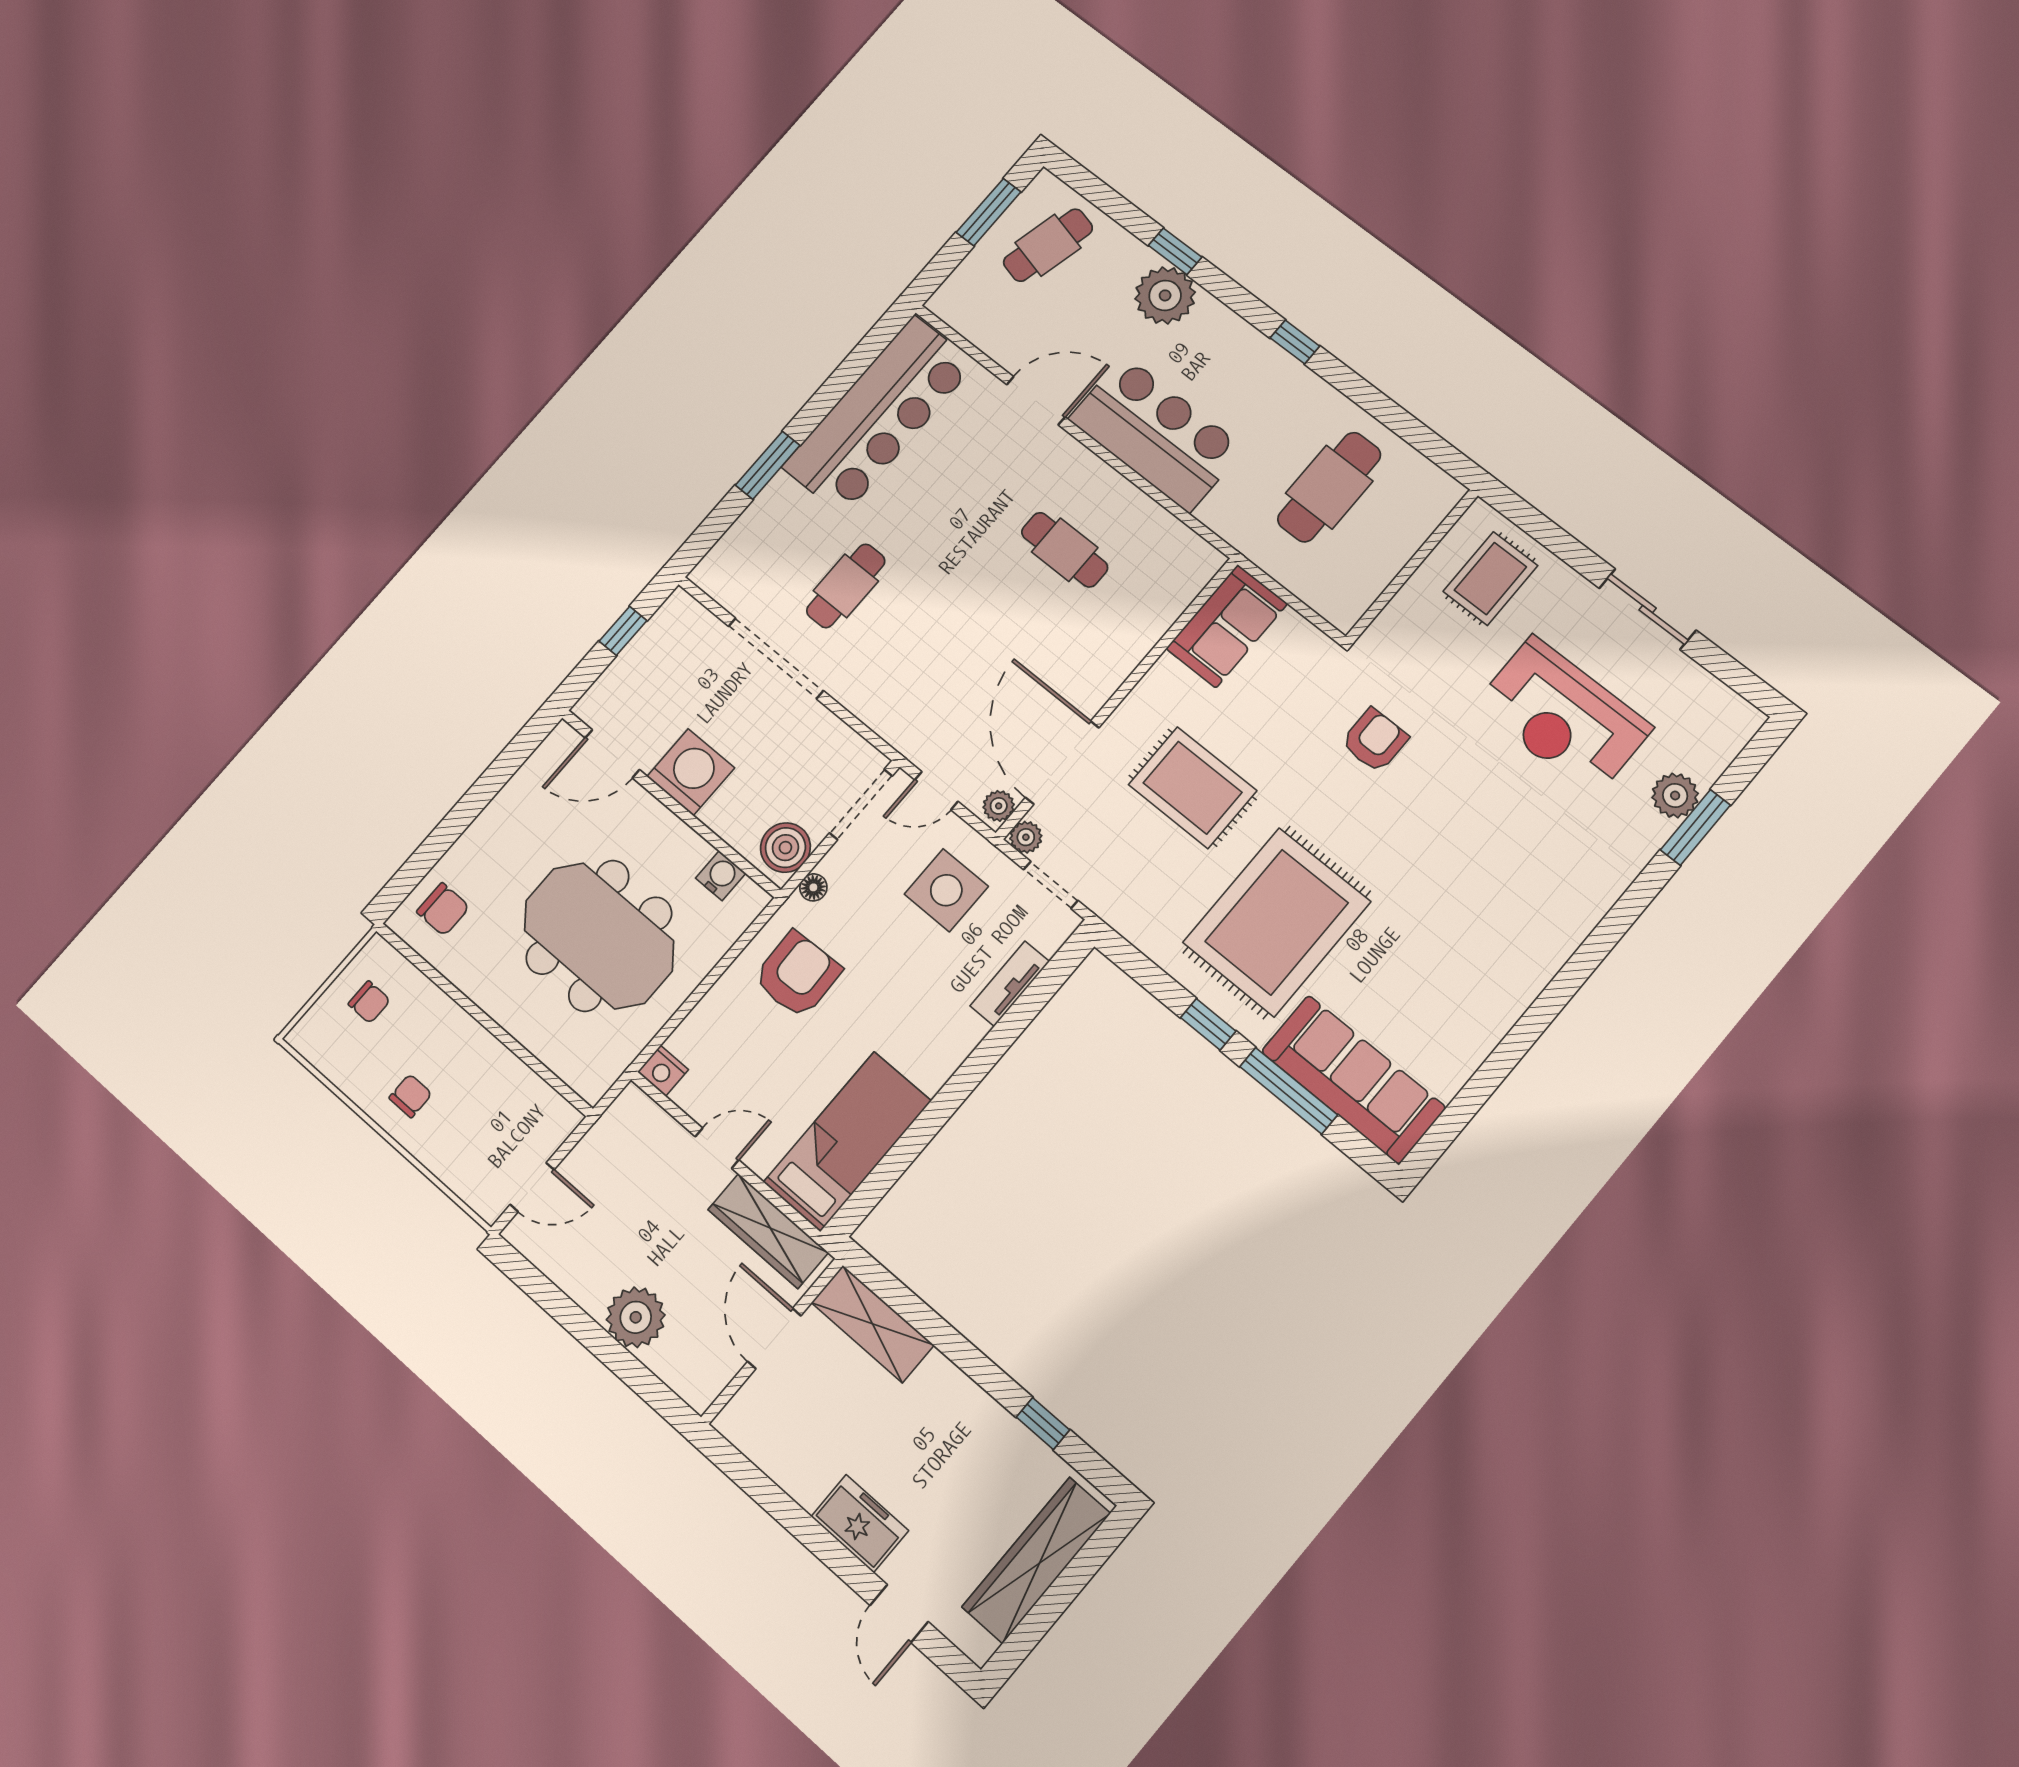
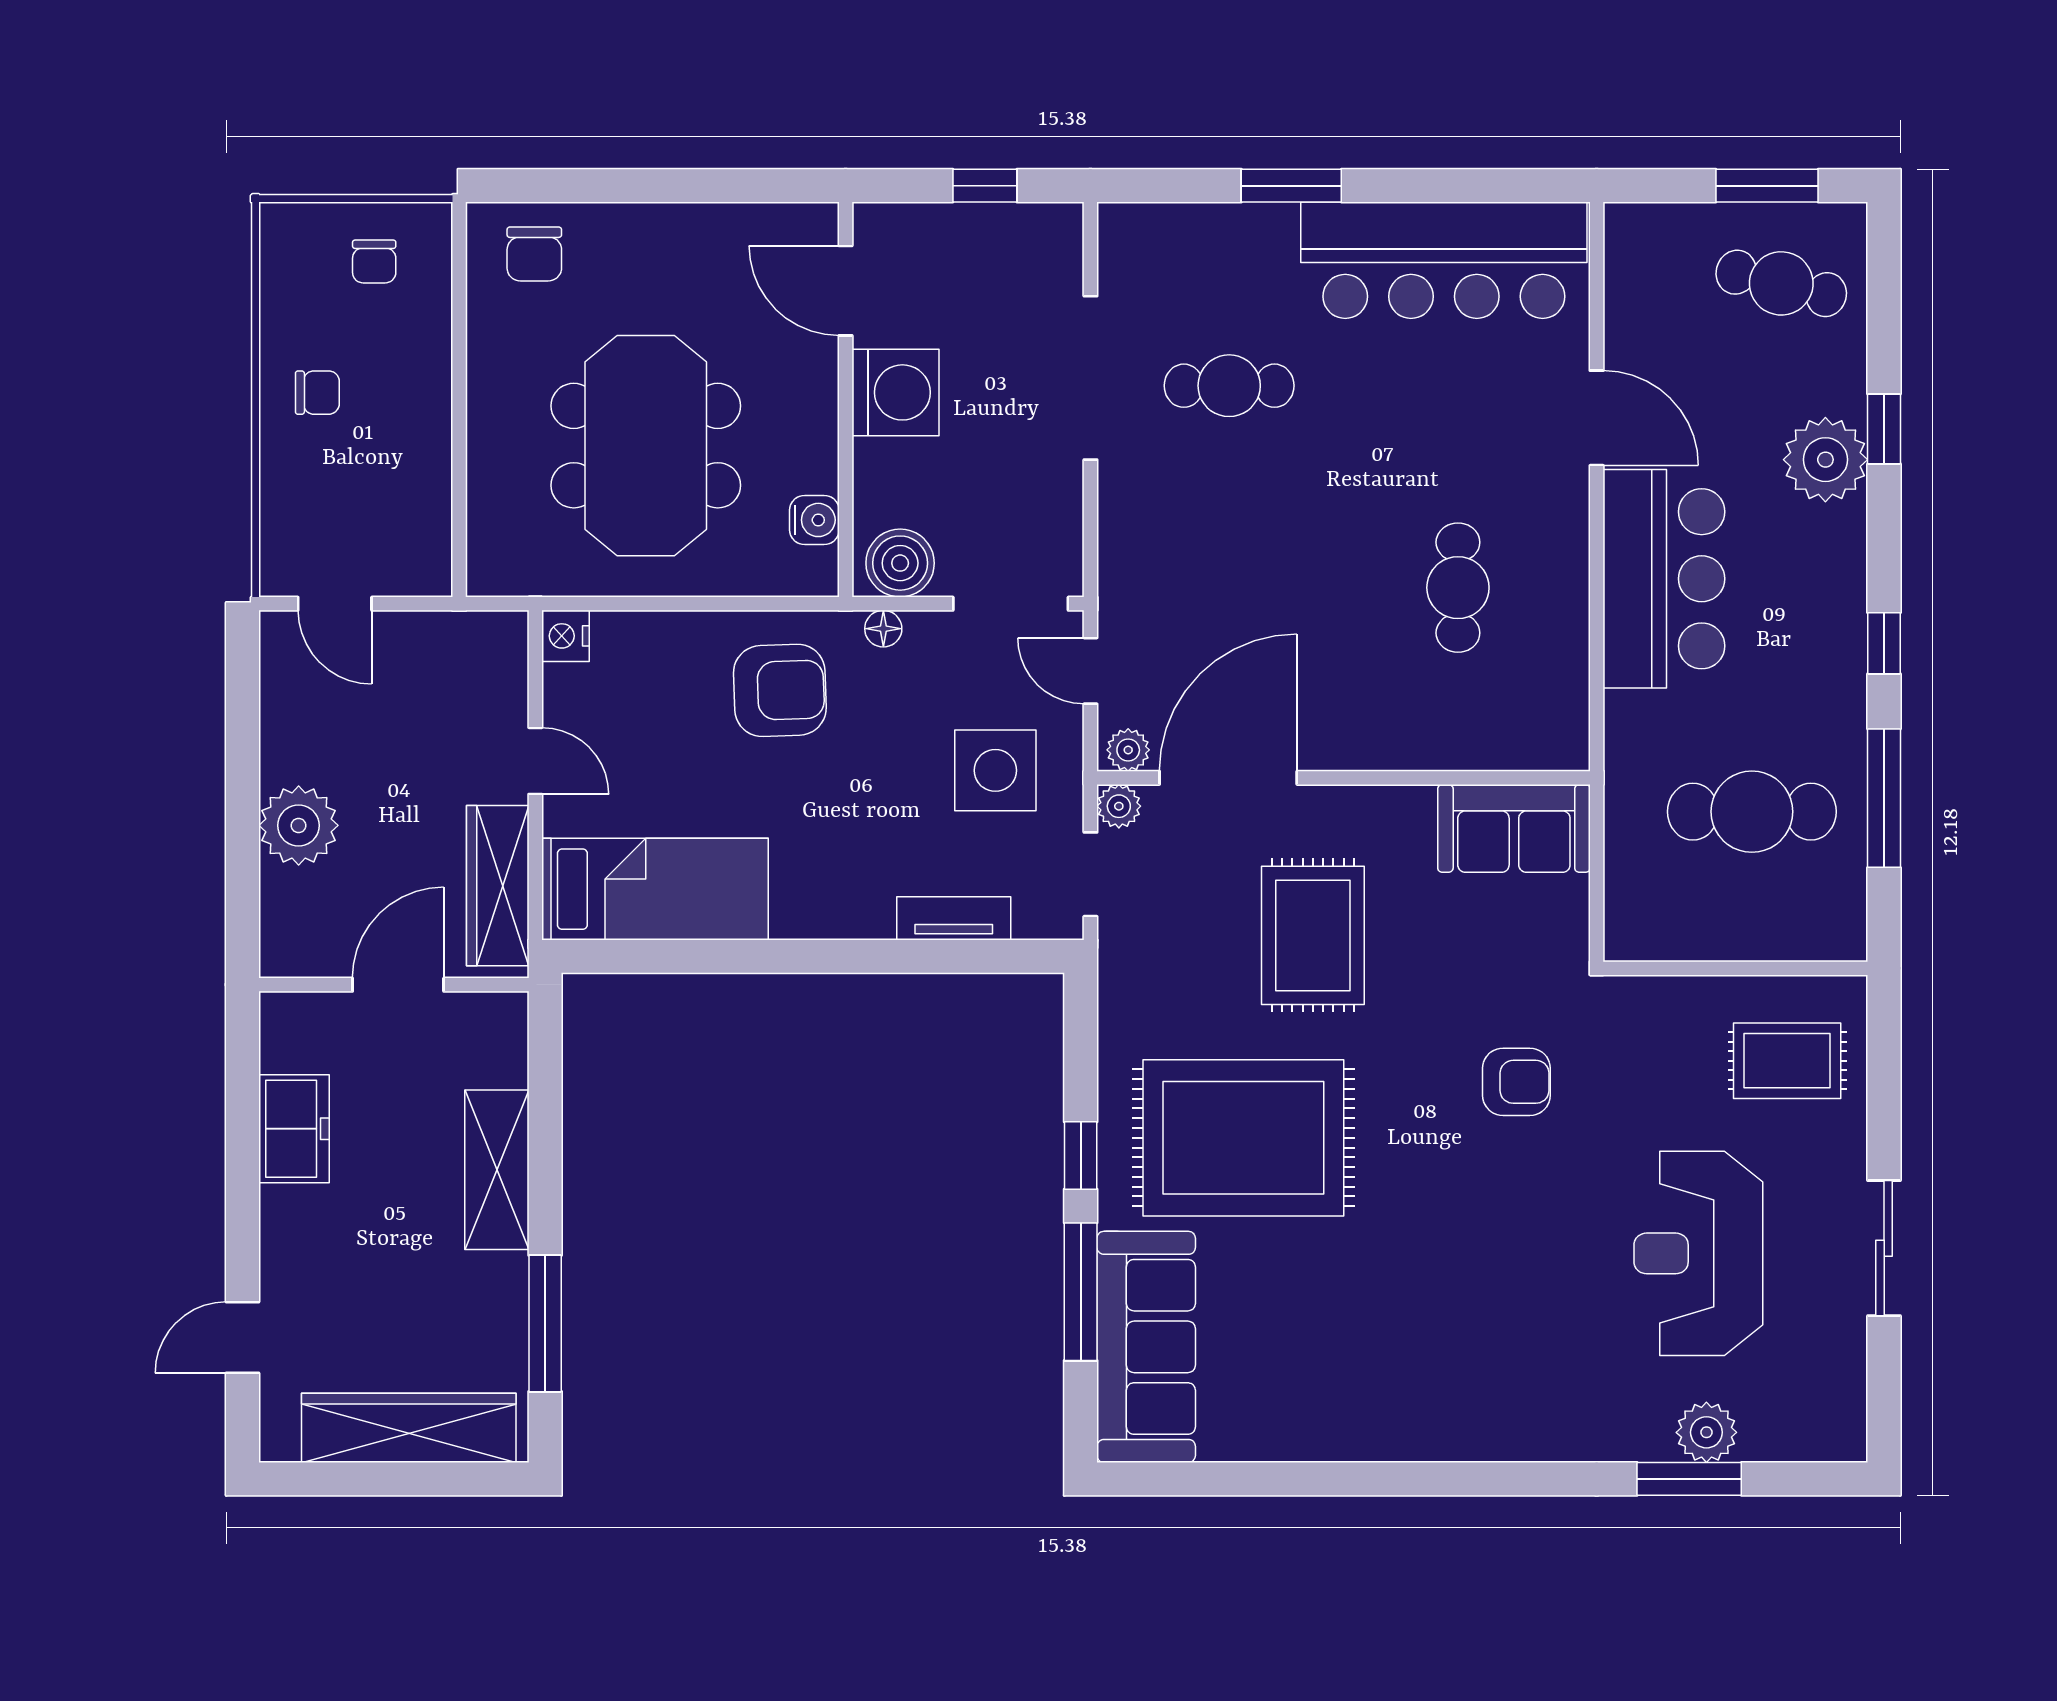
window: (1383, 409) -> (1884, 798), added
shelving: (872, 1324) -> (497, 1170), moved
window: (1043, 1424) -> (545, 1323), width x2.17
freezer: (860, 1524) -> (294, 1129), moved

